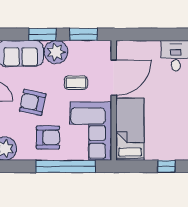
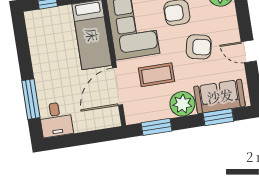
window: (42, 34) -> (218, 117), moved
coffee table: (76, 83) -> (157, 75), width x1.36, depth x1.30

